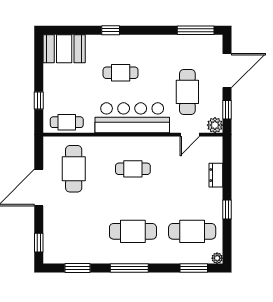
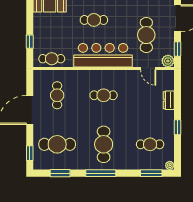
door: (190, 135) -> (148, 68), hinge flipped
cafe table: (74, 169) -> (57, 95), width x0.73, depth x0.74
cafe table: (74, 231) -> (57, 144), added
cafe table: (133, 231) -> (104, 144), turned 90
cafe table: (192, 231) -> (150, 144), width x0.73, depth x0.74

